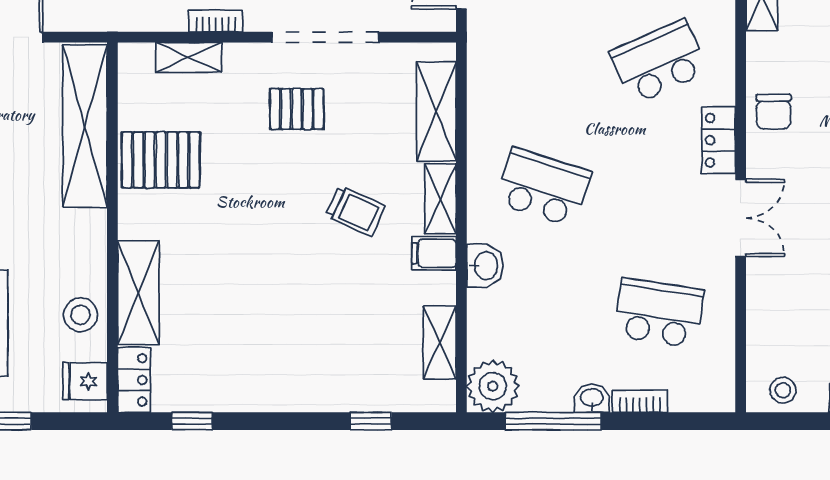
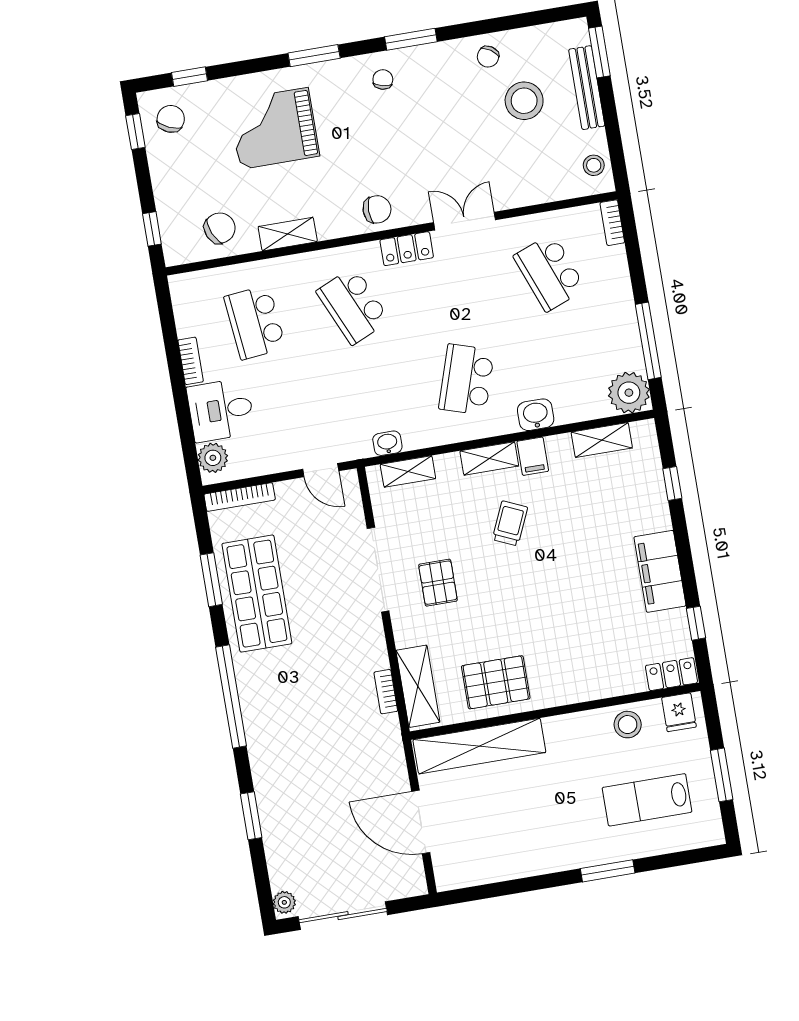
bookcase: (216, 21) -> (386, 692), moved
shelving: (189, 57) -> (418, 686), width x1.50, depth x1.33
shelving: (436, 112) -> (408, 471), width x0.67, depth x0.75
pallet: (161, 160) -> (496, 682), turned 90
shelving: (138, 293) -> (603, 682), removed
school desk: (659, 313) -> (550, 273), turned -30
filing cabinet: (264, 387) -> (660, 571), added
washbasin: (592, 398) -> (387, 443), moved, turned 90
bookcase: (640, 401) -> (612, 223), moved

